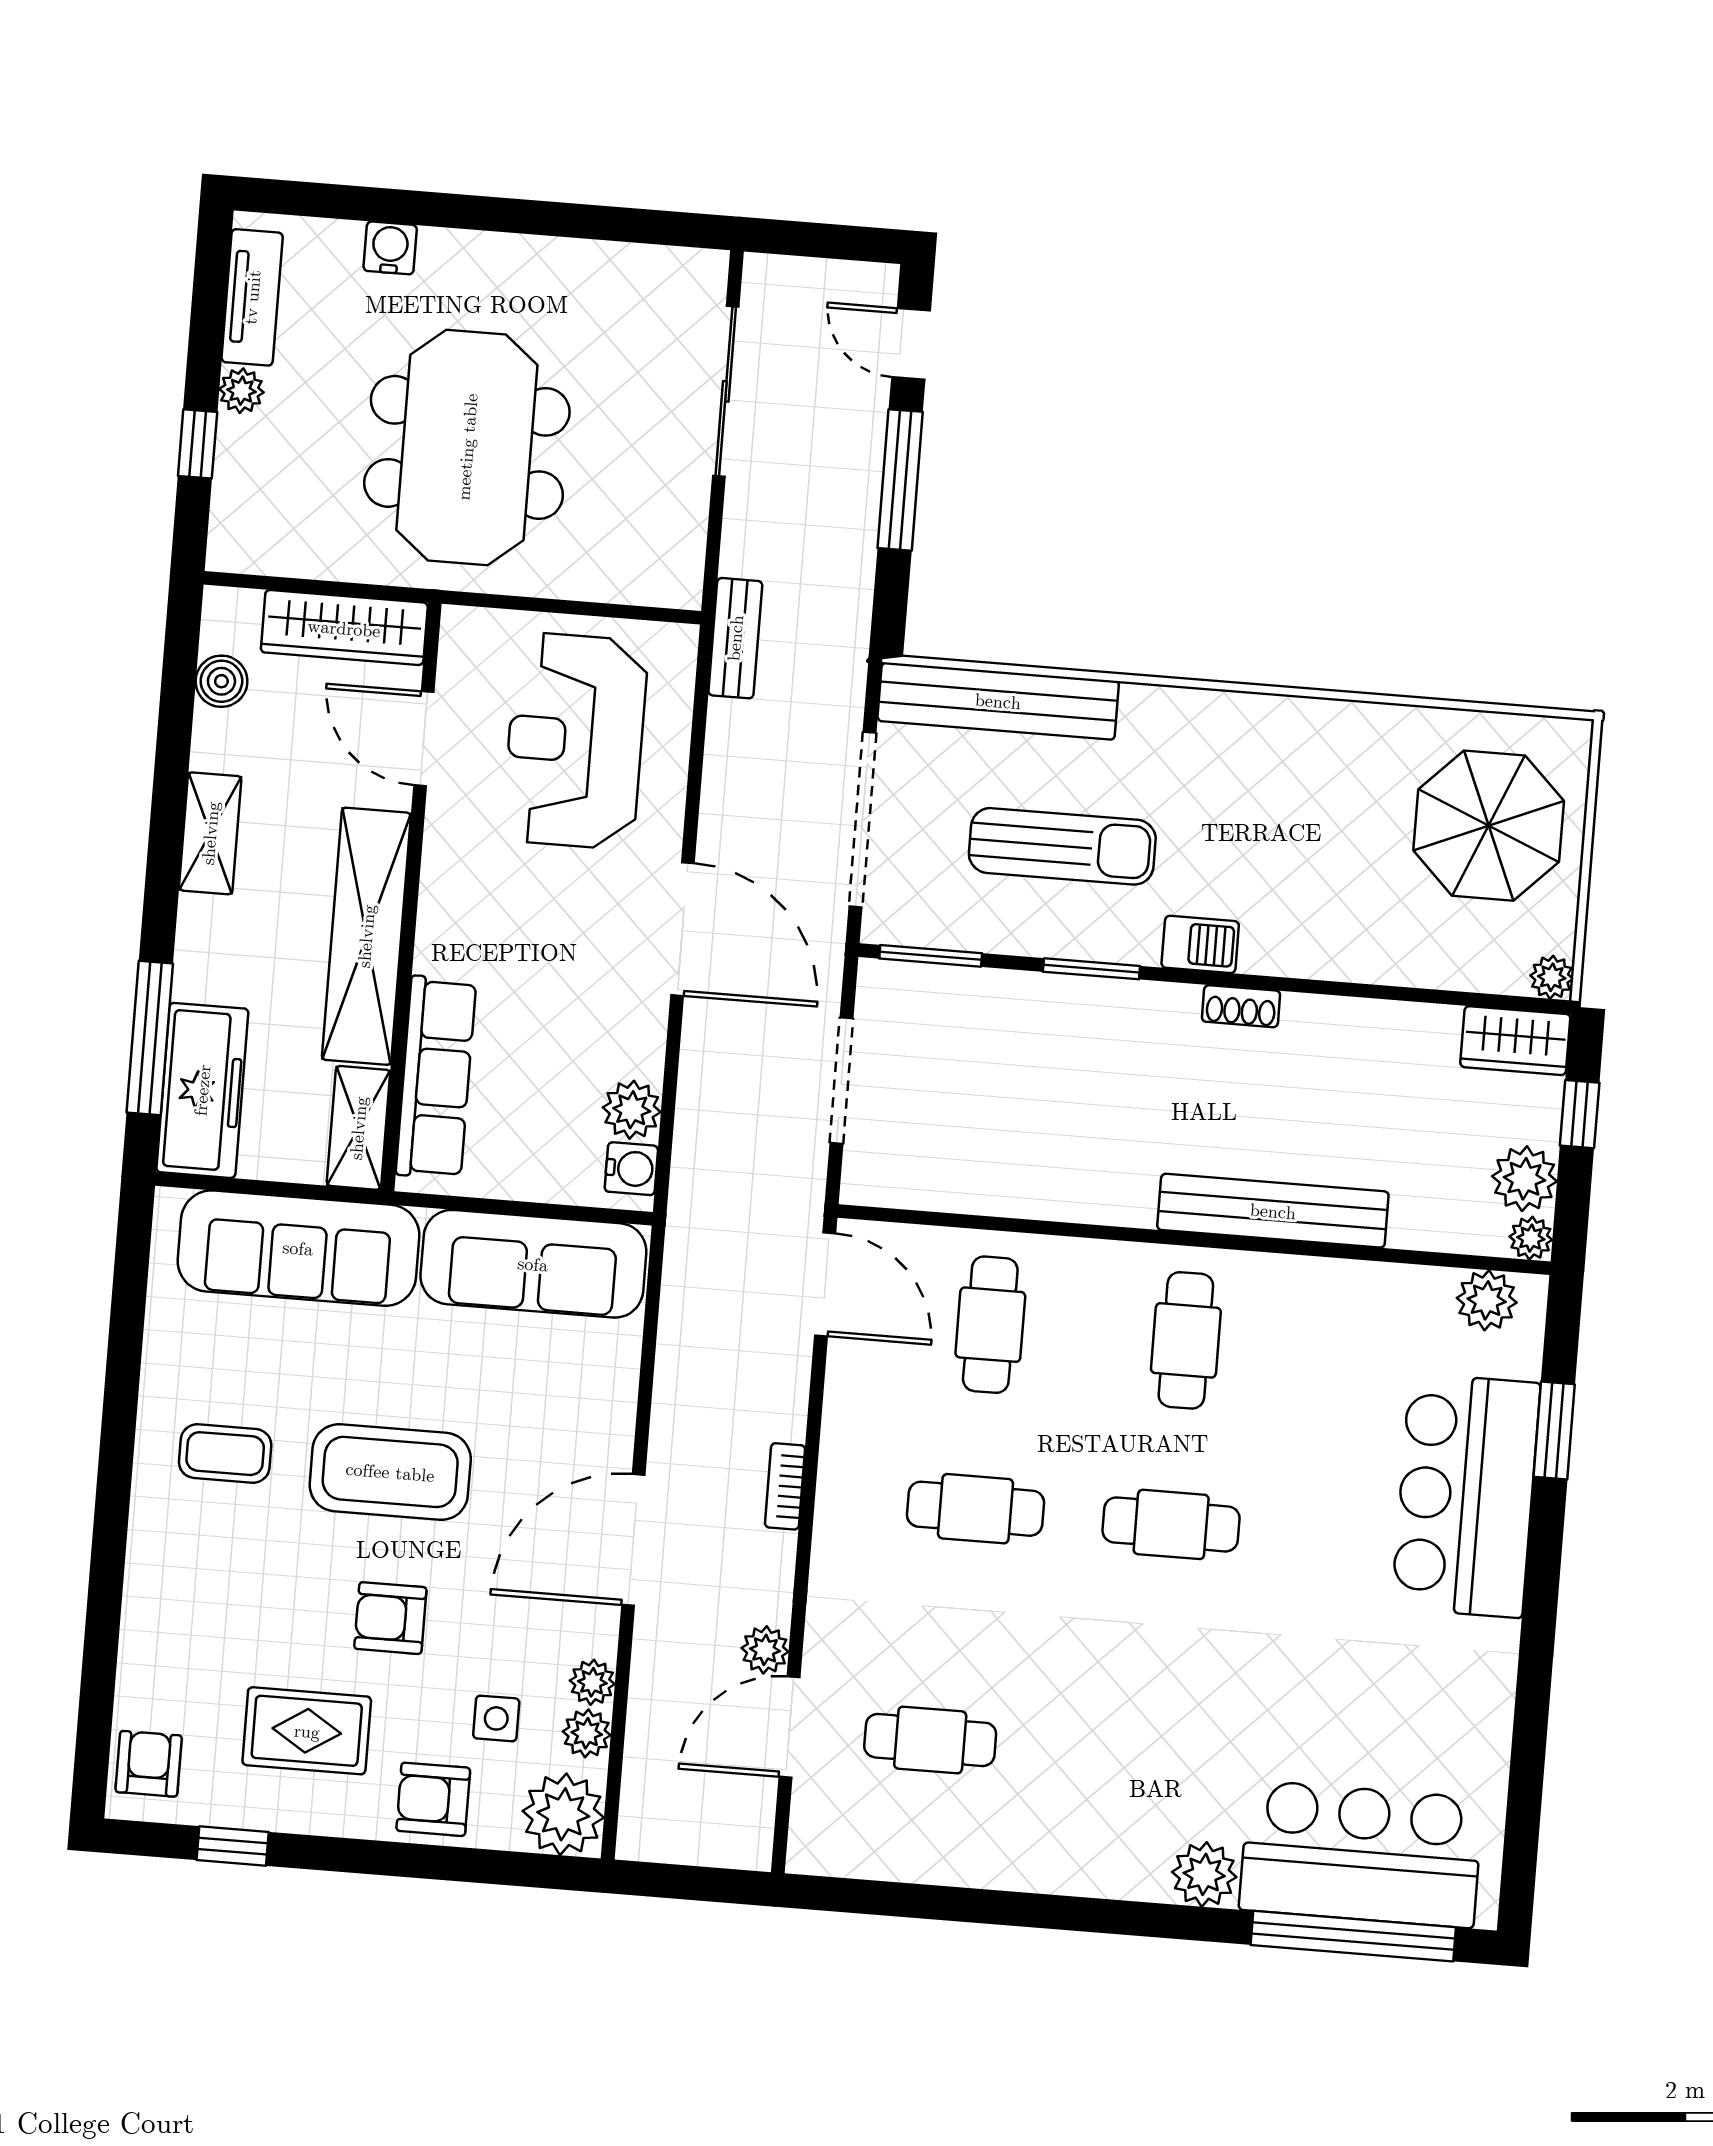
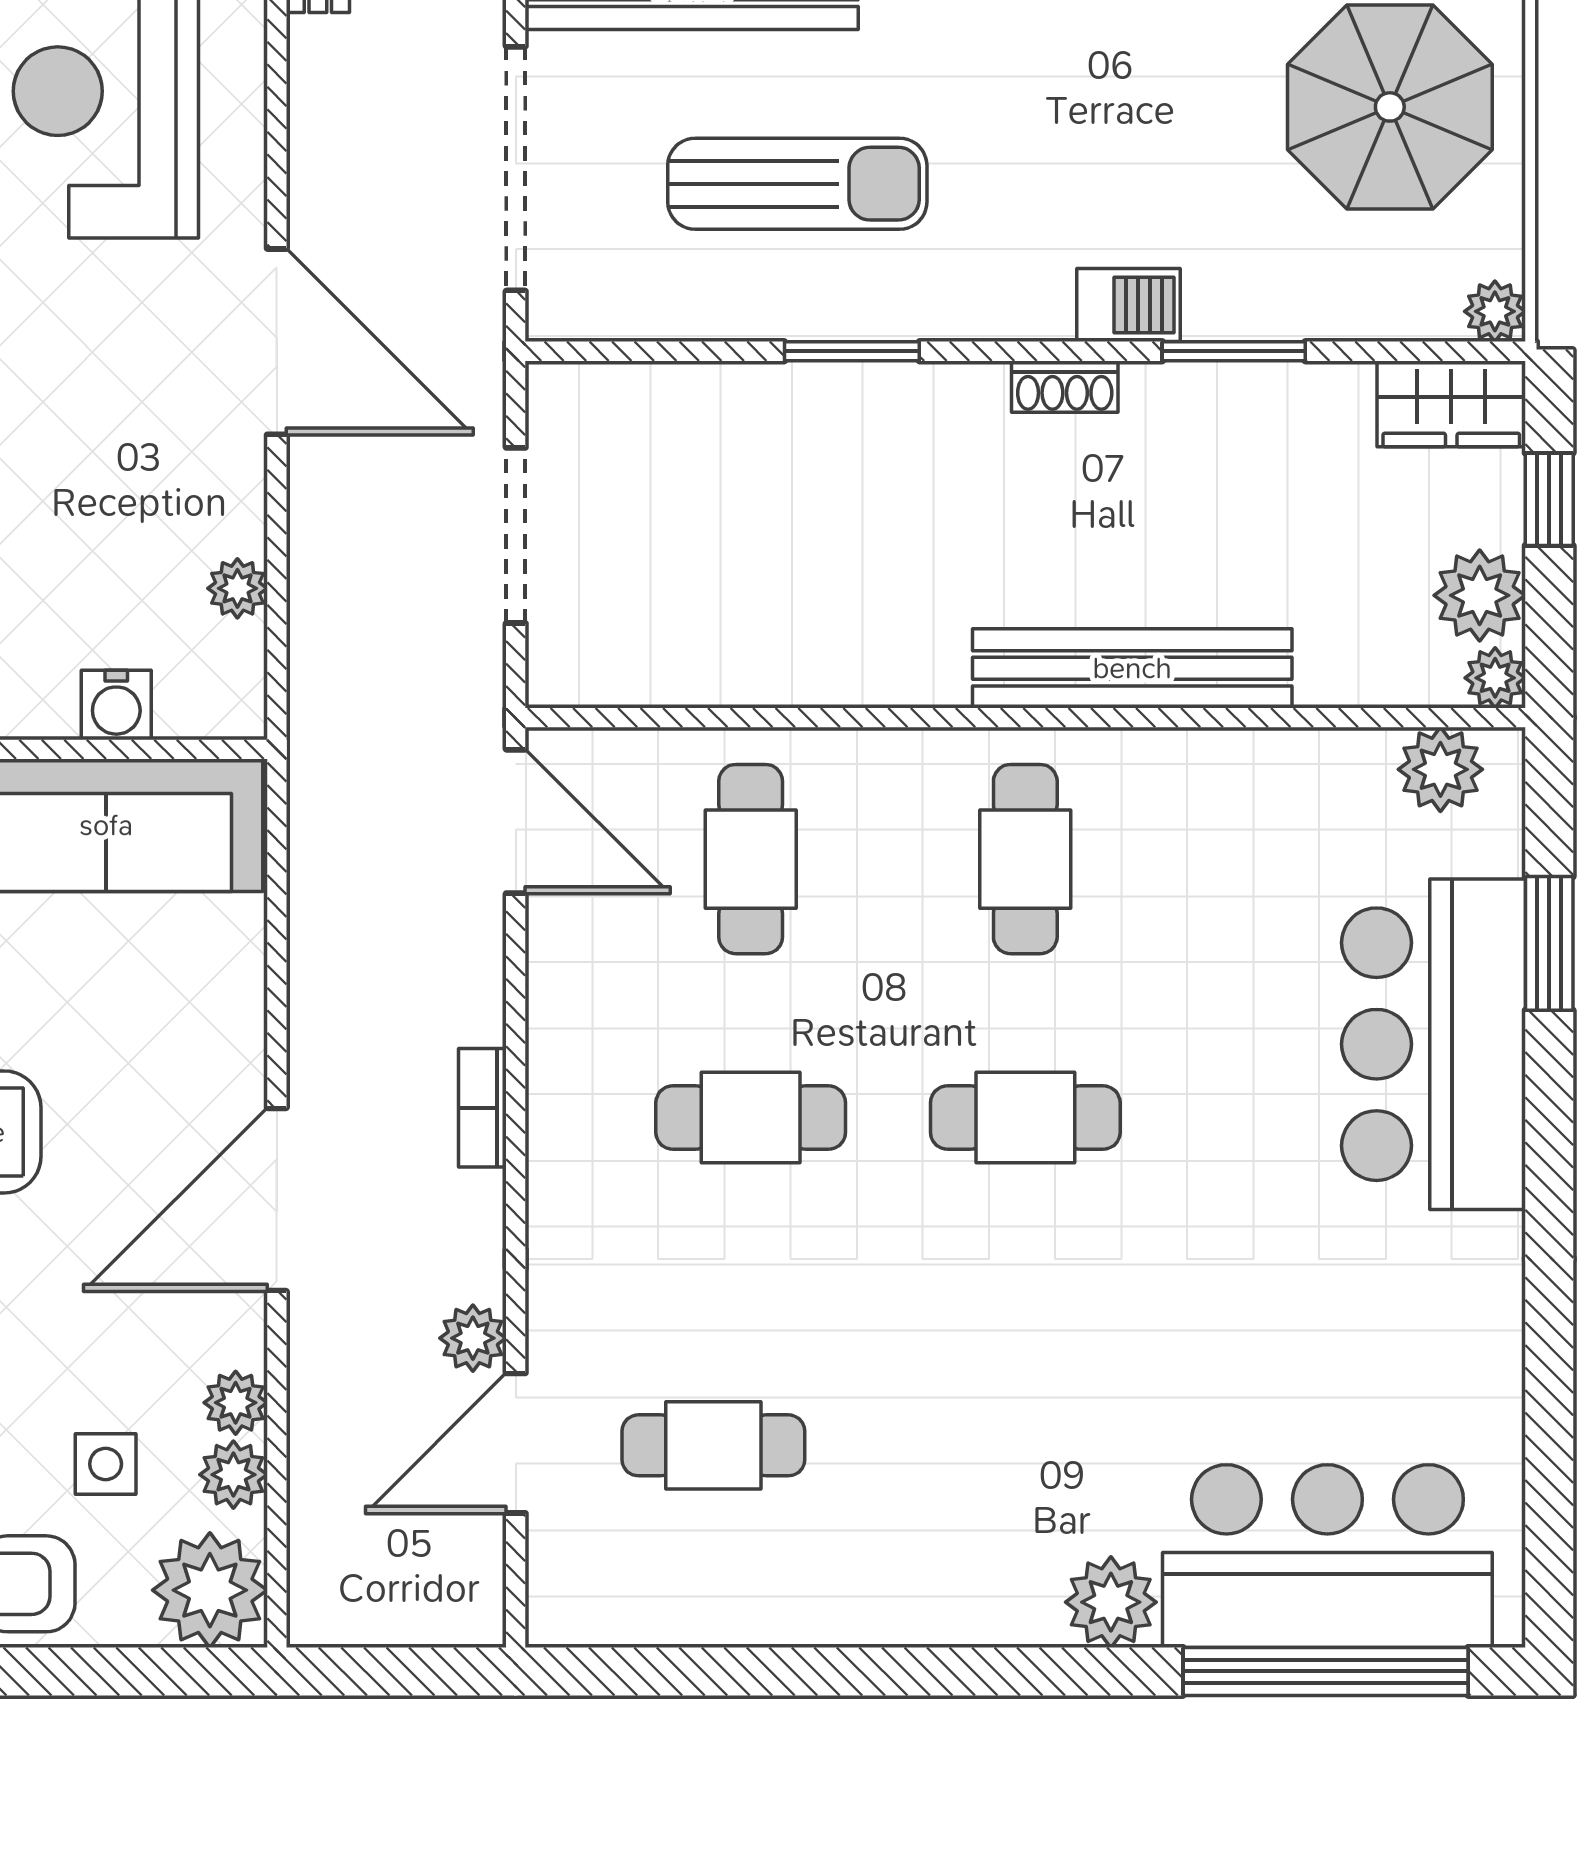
barbecue: (1200, 944) -> (1129, 305), moved
window: (931, 956) -> (1234, 351), moved
plant: (632, 1110) -> (237, 588), width x0.73, depth x0.73
water cooler: (631, 1169) -> (116, 705), moved, turned 90

